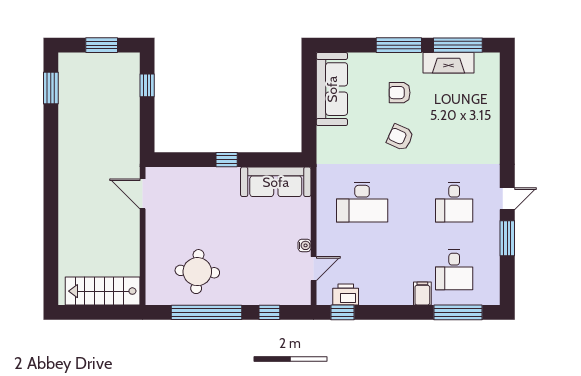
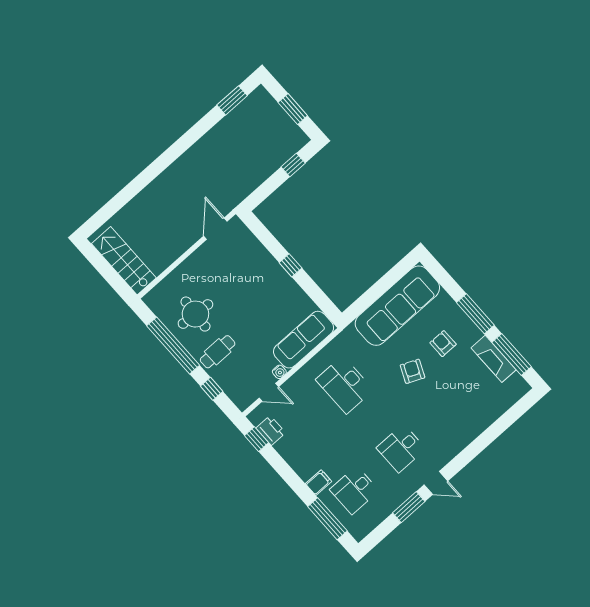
sofa: (332, 89) -> (397, 306), width x1.36, depth x1.27
sofa: (276, 182) -> (304, 340), moved, turned 90
cafe table: (244, 281) -> (218, 352), added

